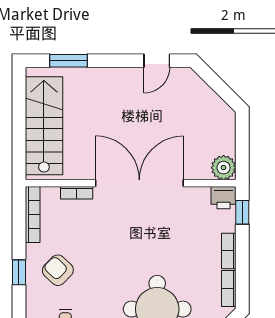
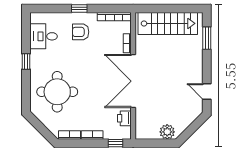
plant: (224, 168) -> (167, 132), moved
double door: (139, 183) -> (133, 81), swing flipped
printer: (224, 198) -> (124, 118), moved
armchair: (58, 270) -> (81, 32), turned -134

